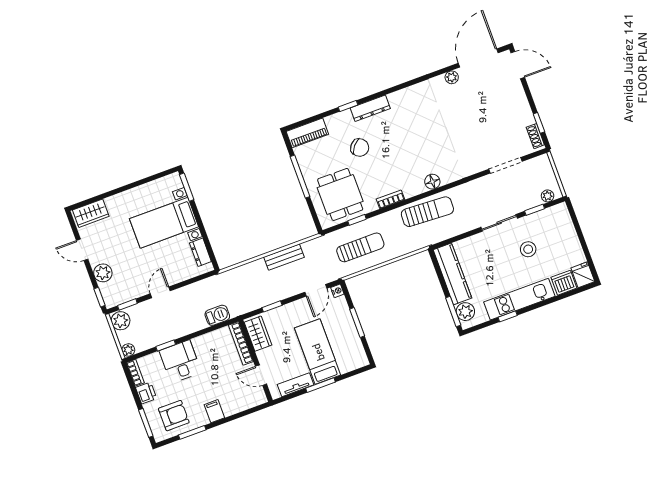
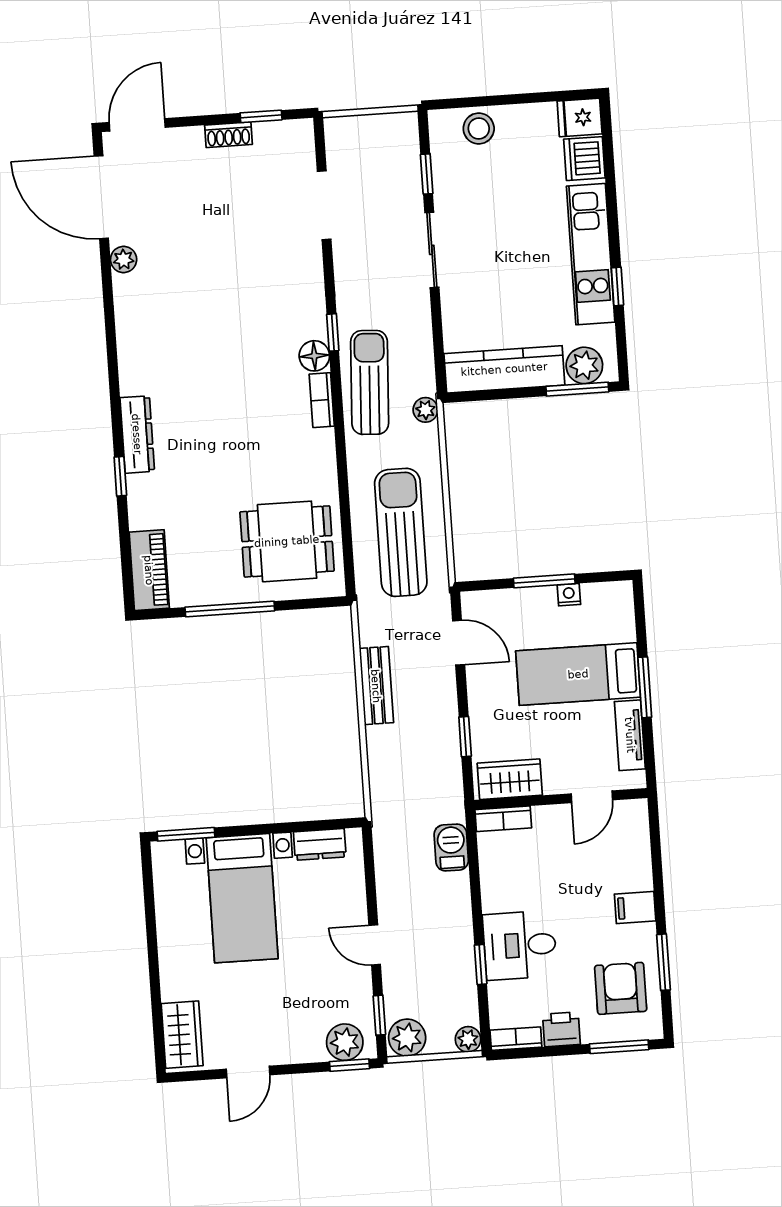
shoe rack: (535, 136) -> (228, 135), moved
chair: (360, 148) -> (207, 477), removed
plant: (548, 196) -> (425, 410), moved
bookcase: (390, 199) -> (322, 400), moved
window: (357, 220) -> (333, 332), moved
sun lounger: (360, 247) -> (401, 532), width x1.36, depth x1.34
stool: (528, 249) -> (479, 128), moved
plant: (103, 273) -> (345, 1042), moved
nightstand: (337, 291) -> (569, 595), moved
bookcase: (241, 343) -> (503, 819), width x0.64

